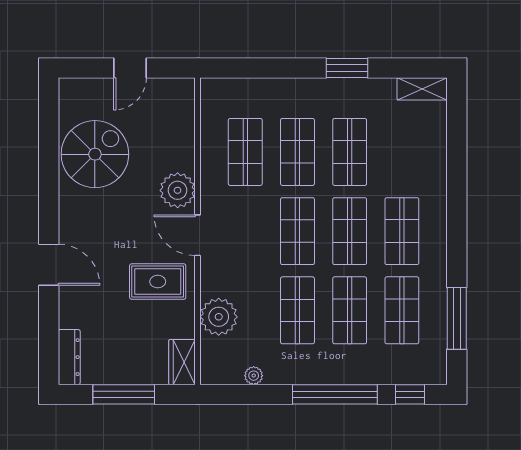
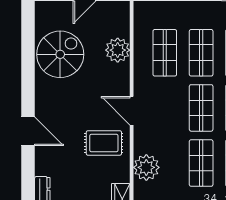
plant: (178, 190) -> (118, 50), moved

